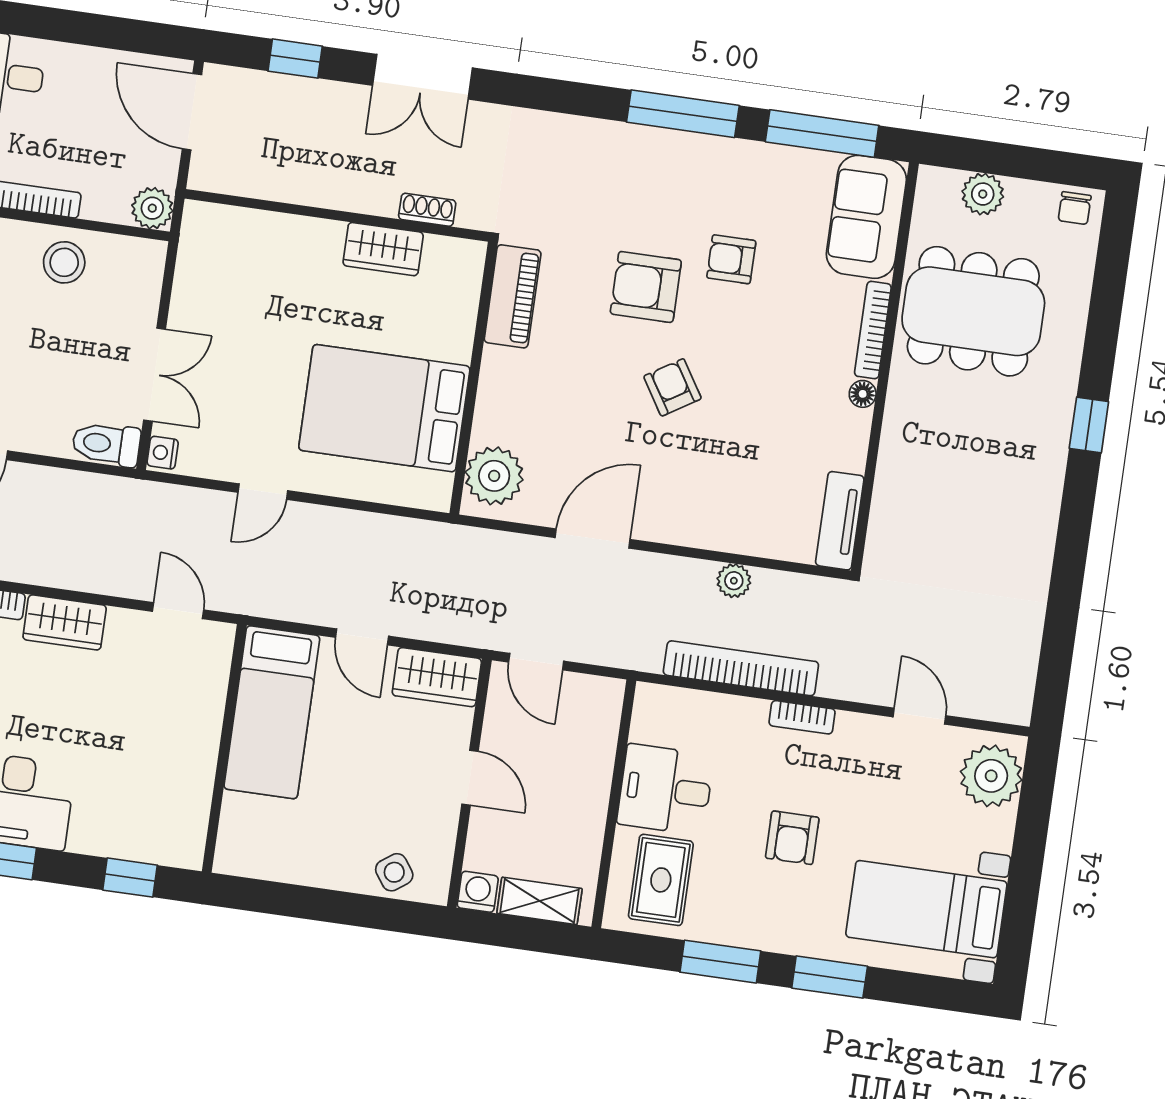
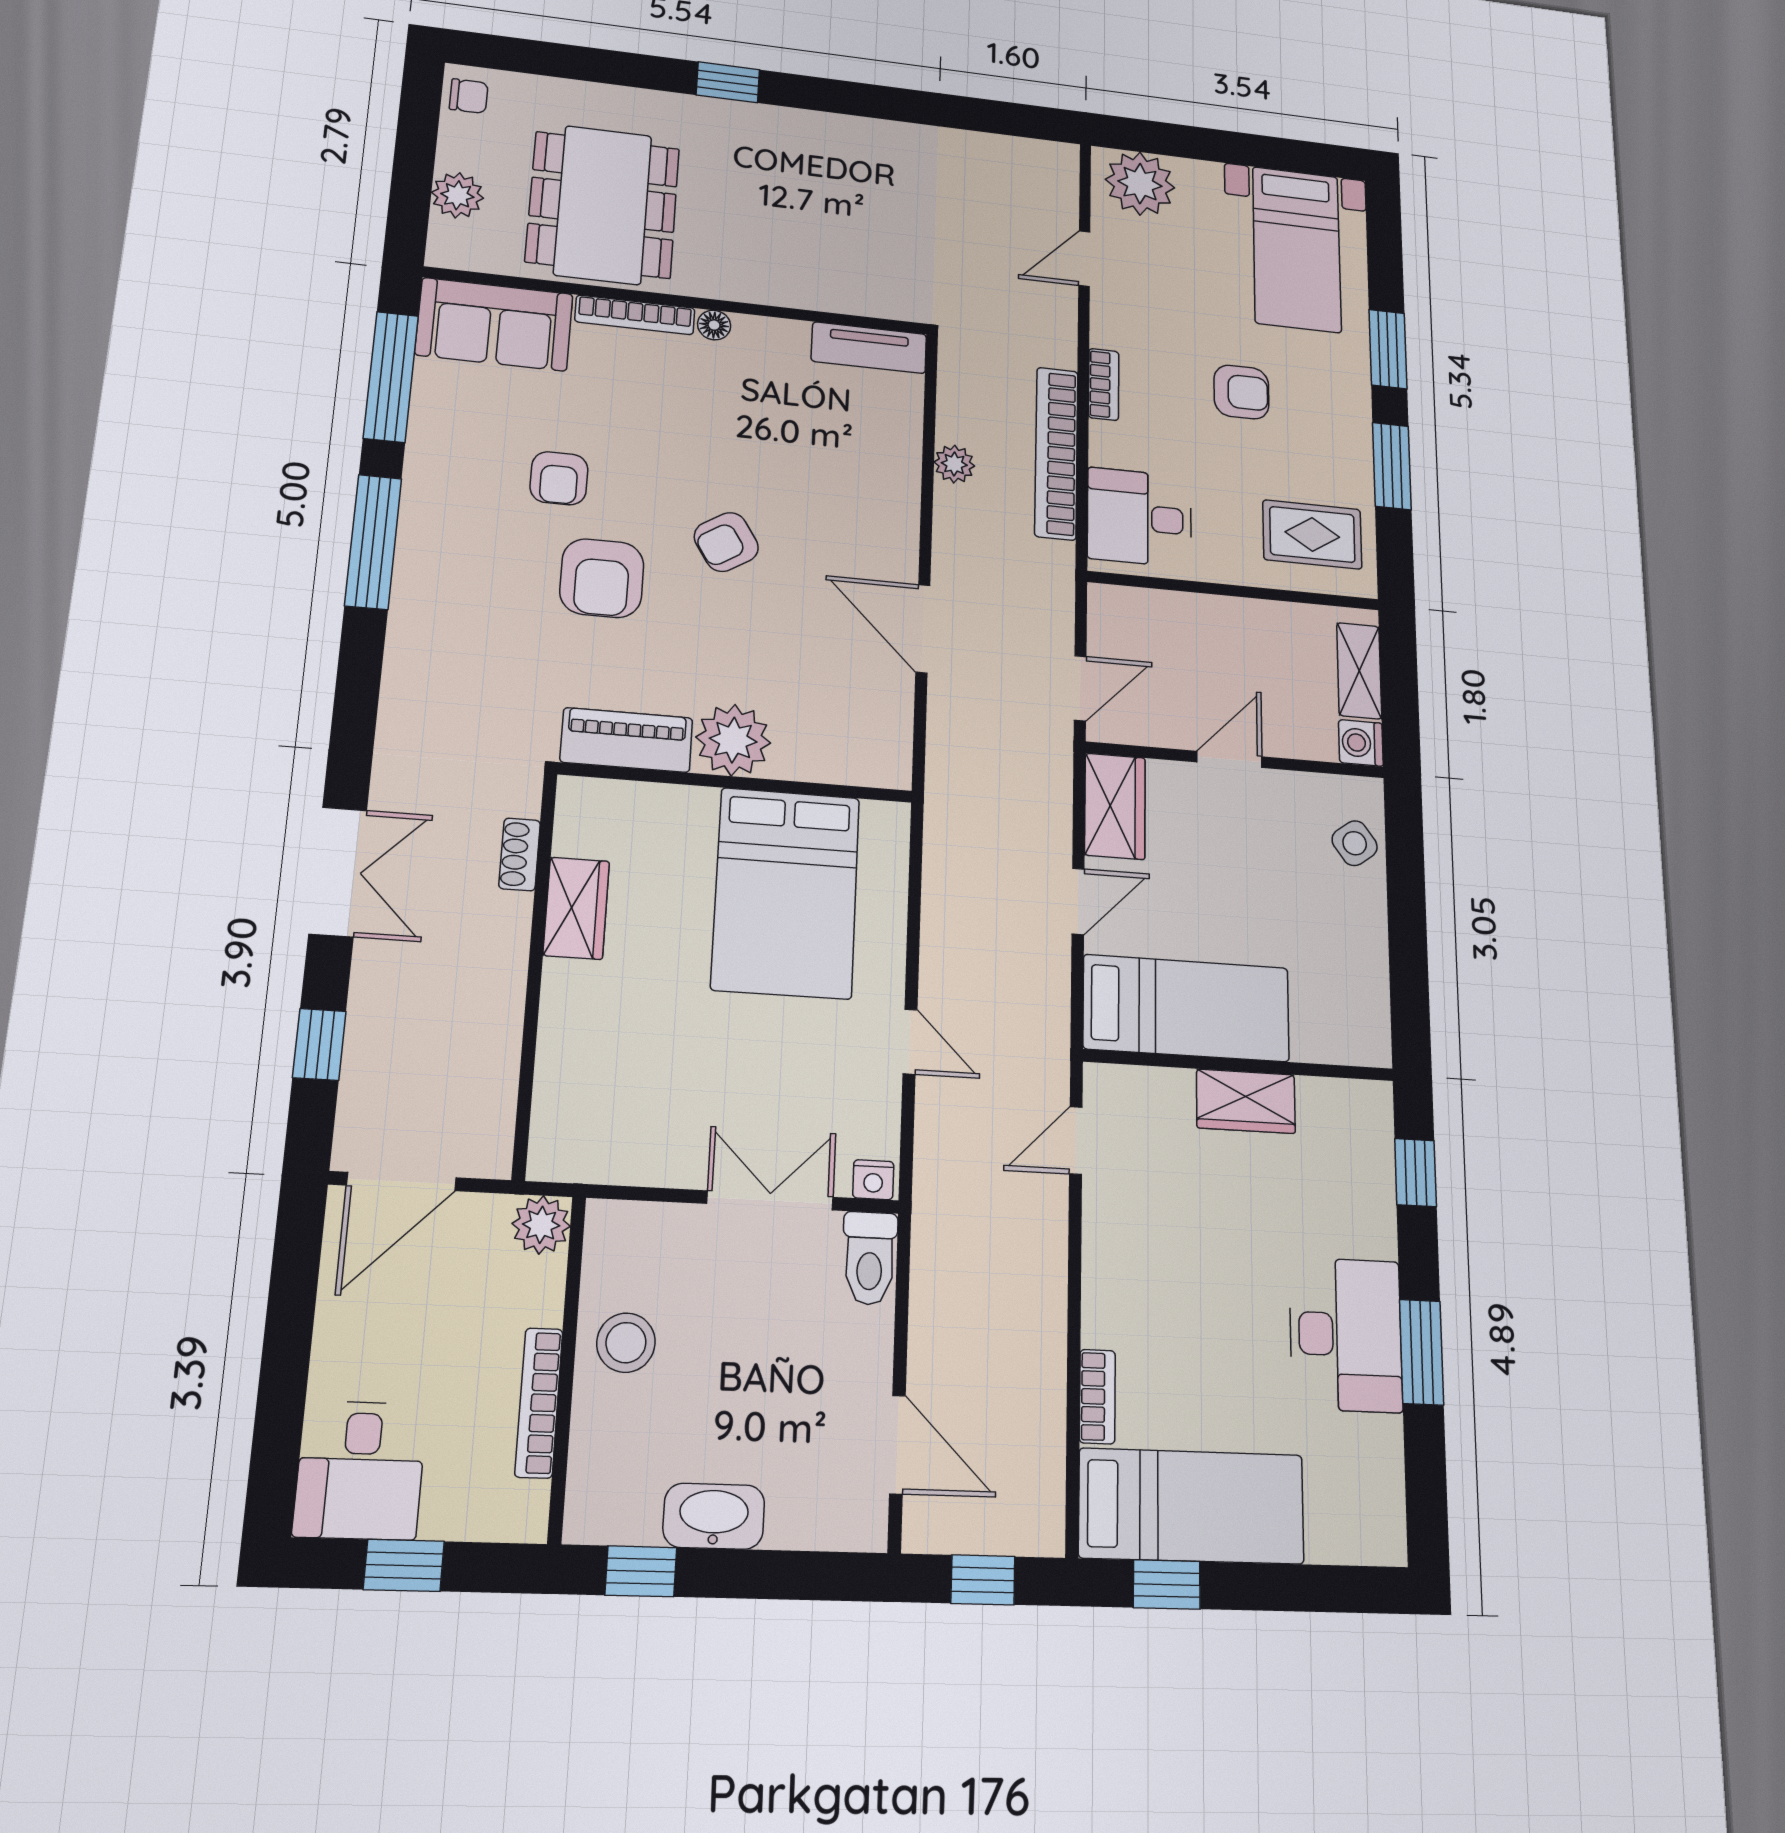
plant: (494, 476) -> (733, 740), moved
wardrobe: (65, 622) -> (1246, 1101), moved, turned 90
desk: (665, 789) -> (1139, 518), moved, turned 90

